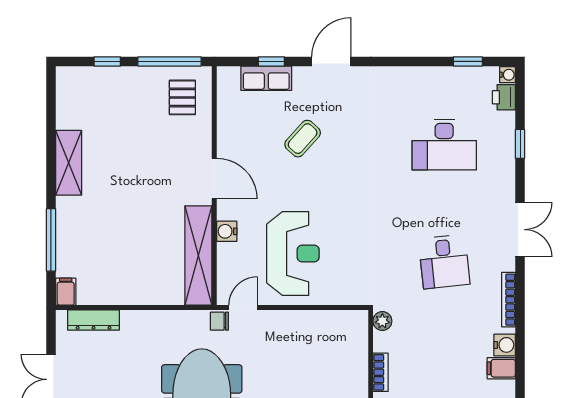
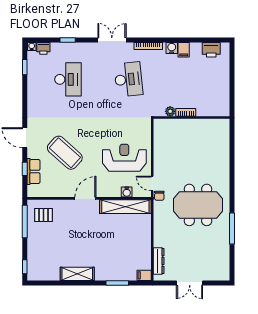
window: (107, 61) -> (25, 267), moved
coffee table: (303, 139) -> (65, 153), width x1.86, depth x1.72
water cooler: (227, 231) -> (127, 192), moved
window: (51, 240) -> (117, 283), width x0.69
desk: (444, 261) -> (128, 79), width x1.37
plant: (382, 321) -> (170, 111), moved

